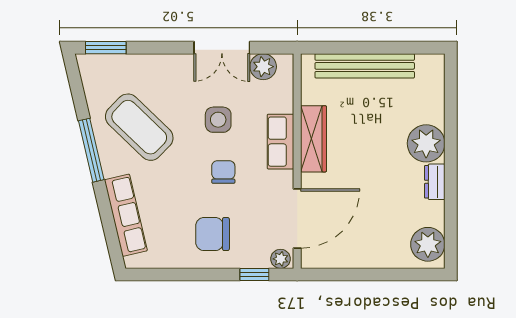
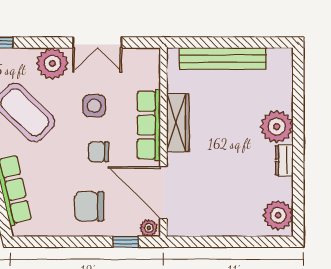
plant: (263, 67) -> (52, 63), moved, width x1.36, depth x1.36
row of seats: (280, 142) -> (149, 125), width x1.48
chair: (223, 172) -> (99, 152), turned -90
door: (297, 219) -> (163, 193), swing flipped

